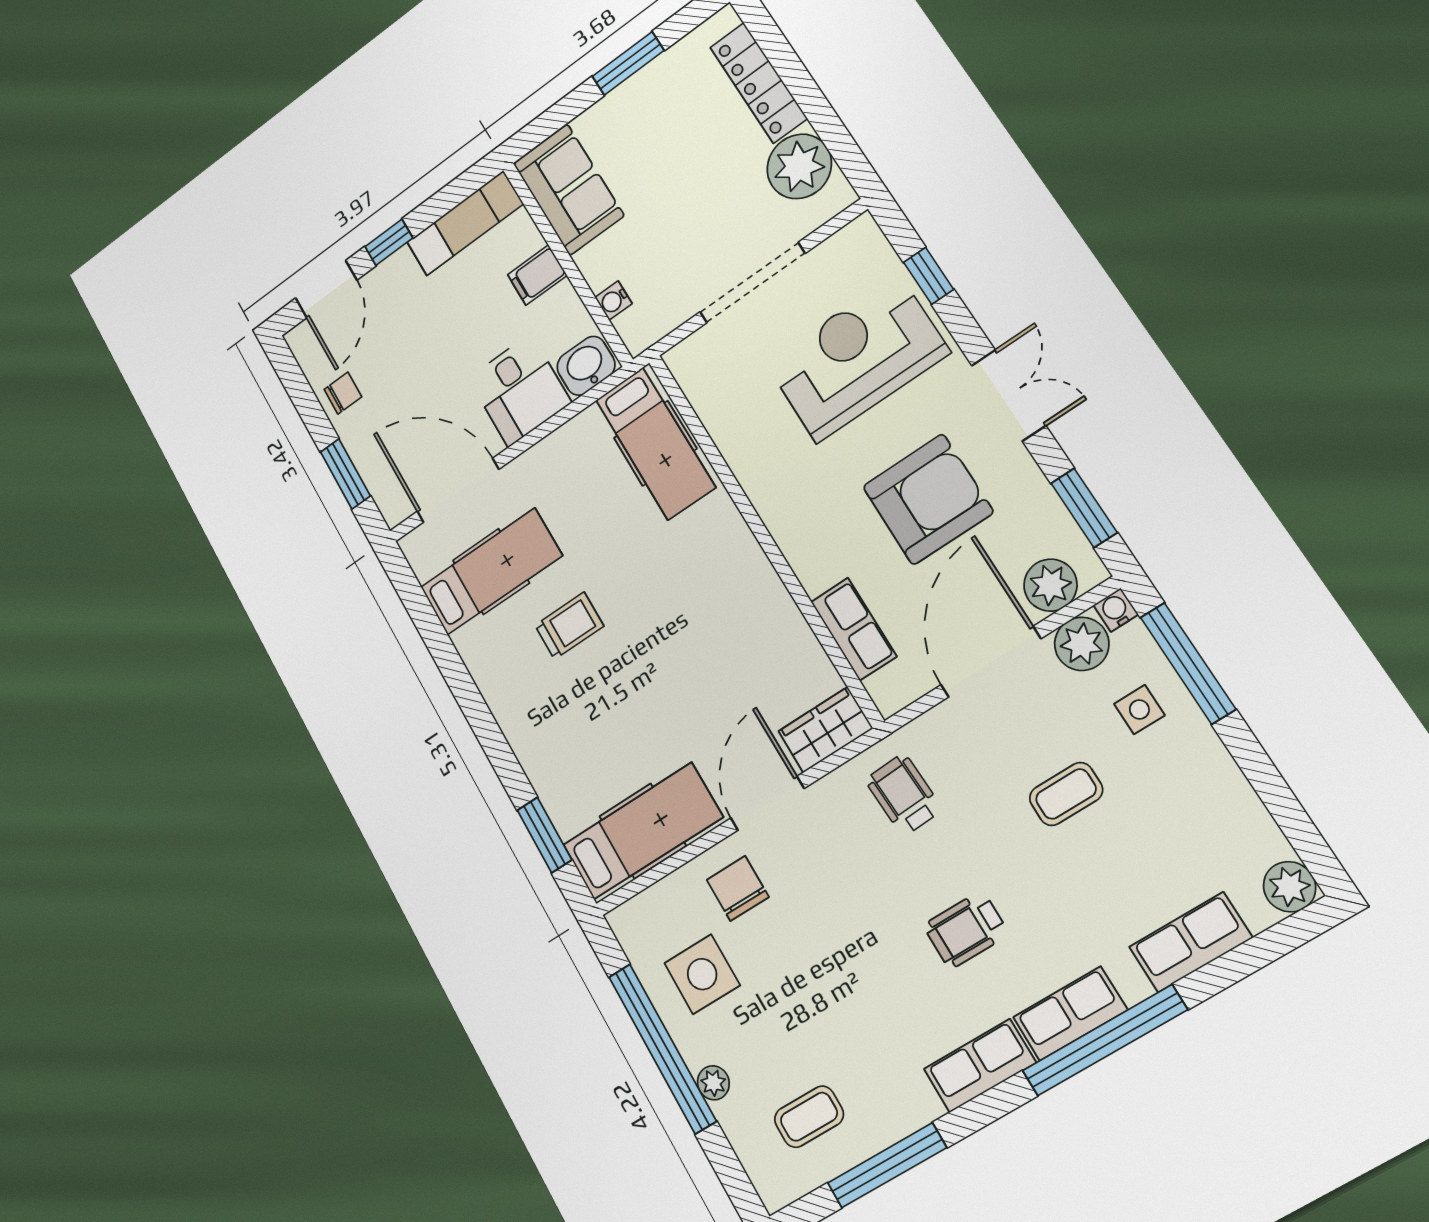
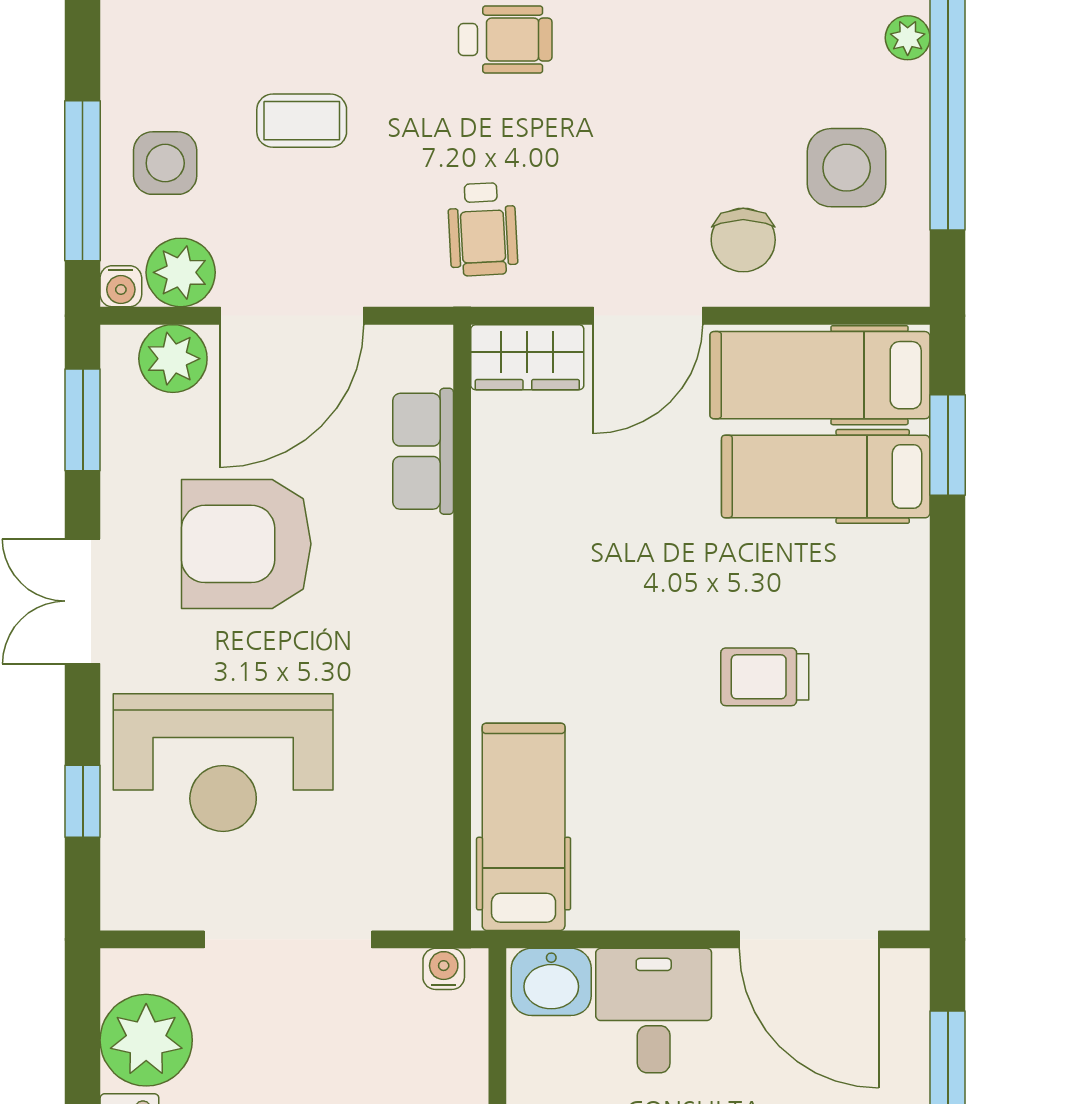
water cooler: (614, 301) -> (444, 969), moved, turned -90
hospital bed: (491, 572) -> (826, 476), moved
side table: (1139, 710) -> (165, 163), width x1.37, depth x1.37

